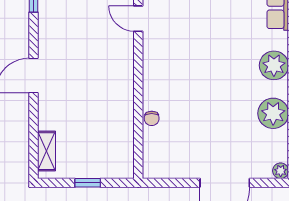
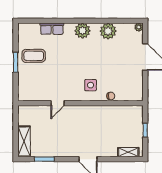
side table: (172, 80) -> (91, 85), added

